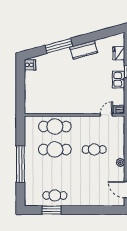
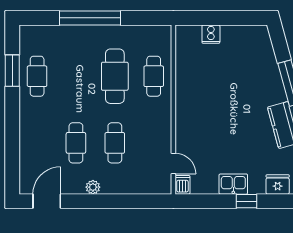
cooker: (30, 65) -> (211, 34), moved
cafe table: (55, 127) -> (154, 76), width x0.73, depth x0.74
cafe table: (94, 172) -> (76, 143), added

